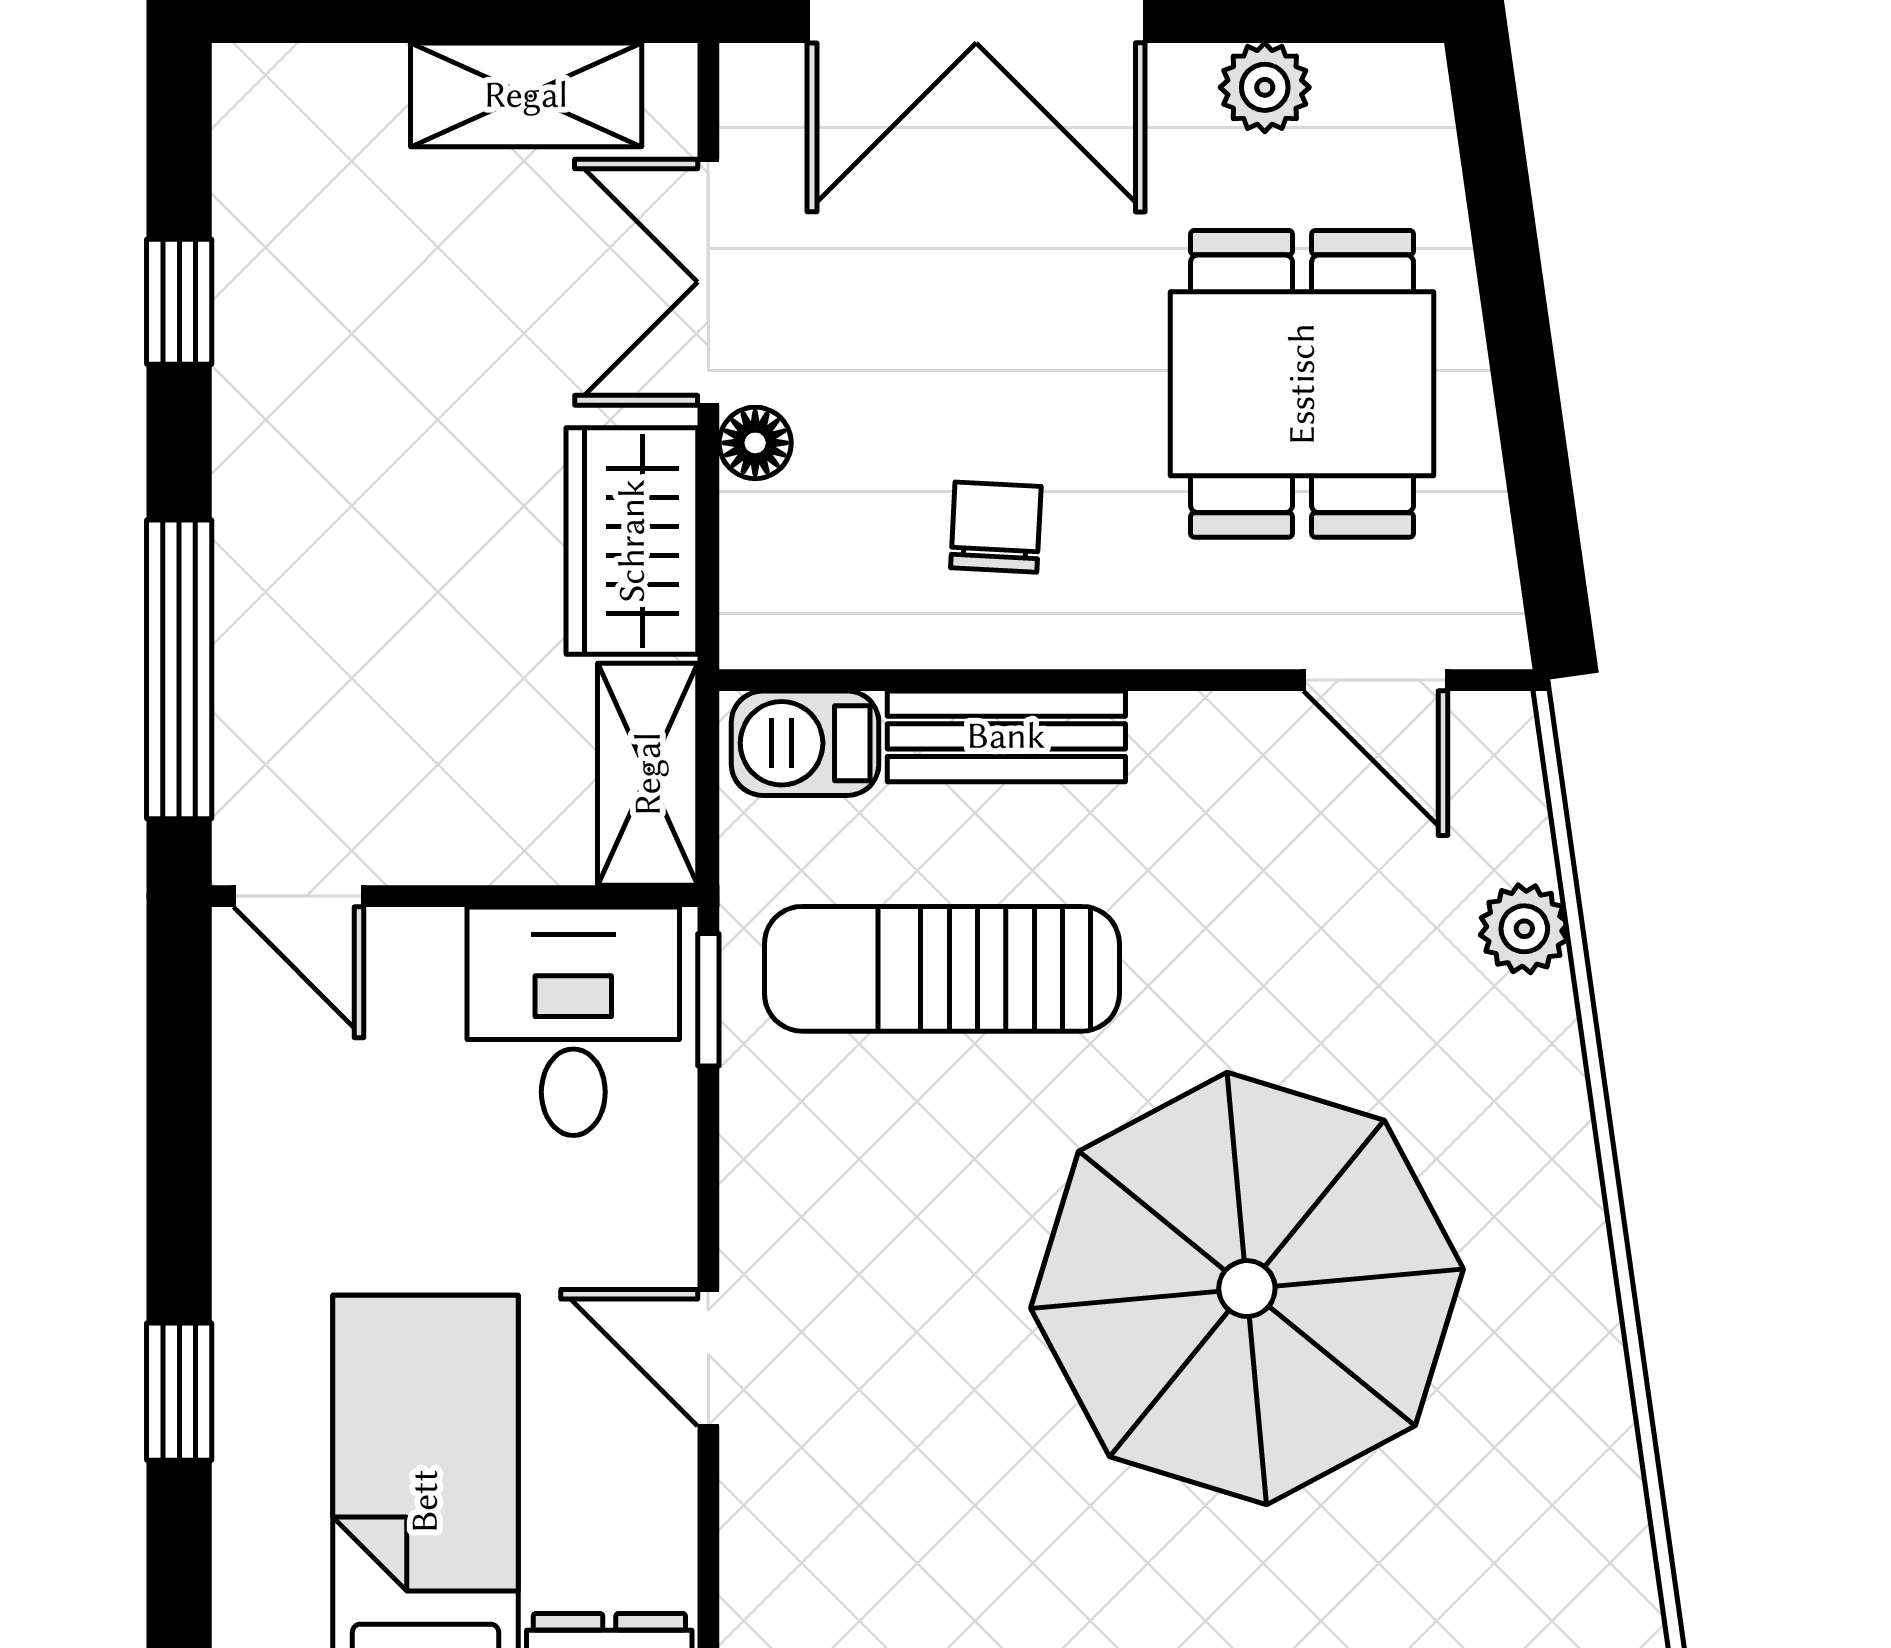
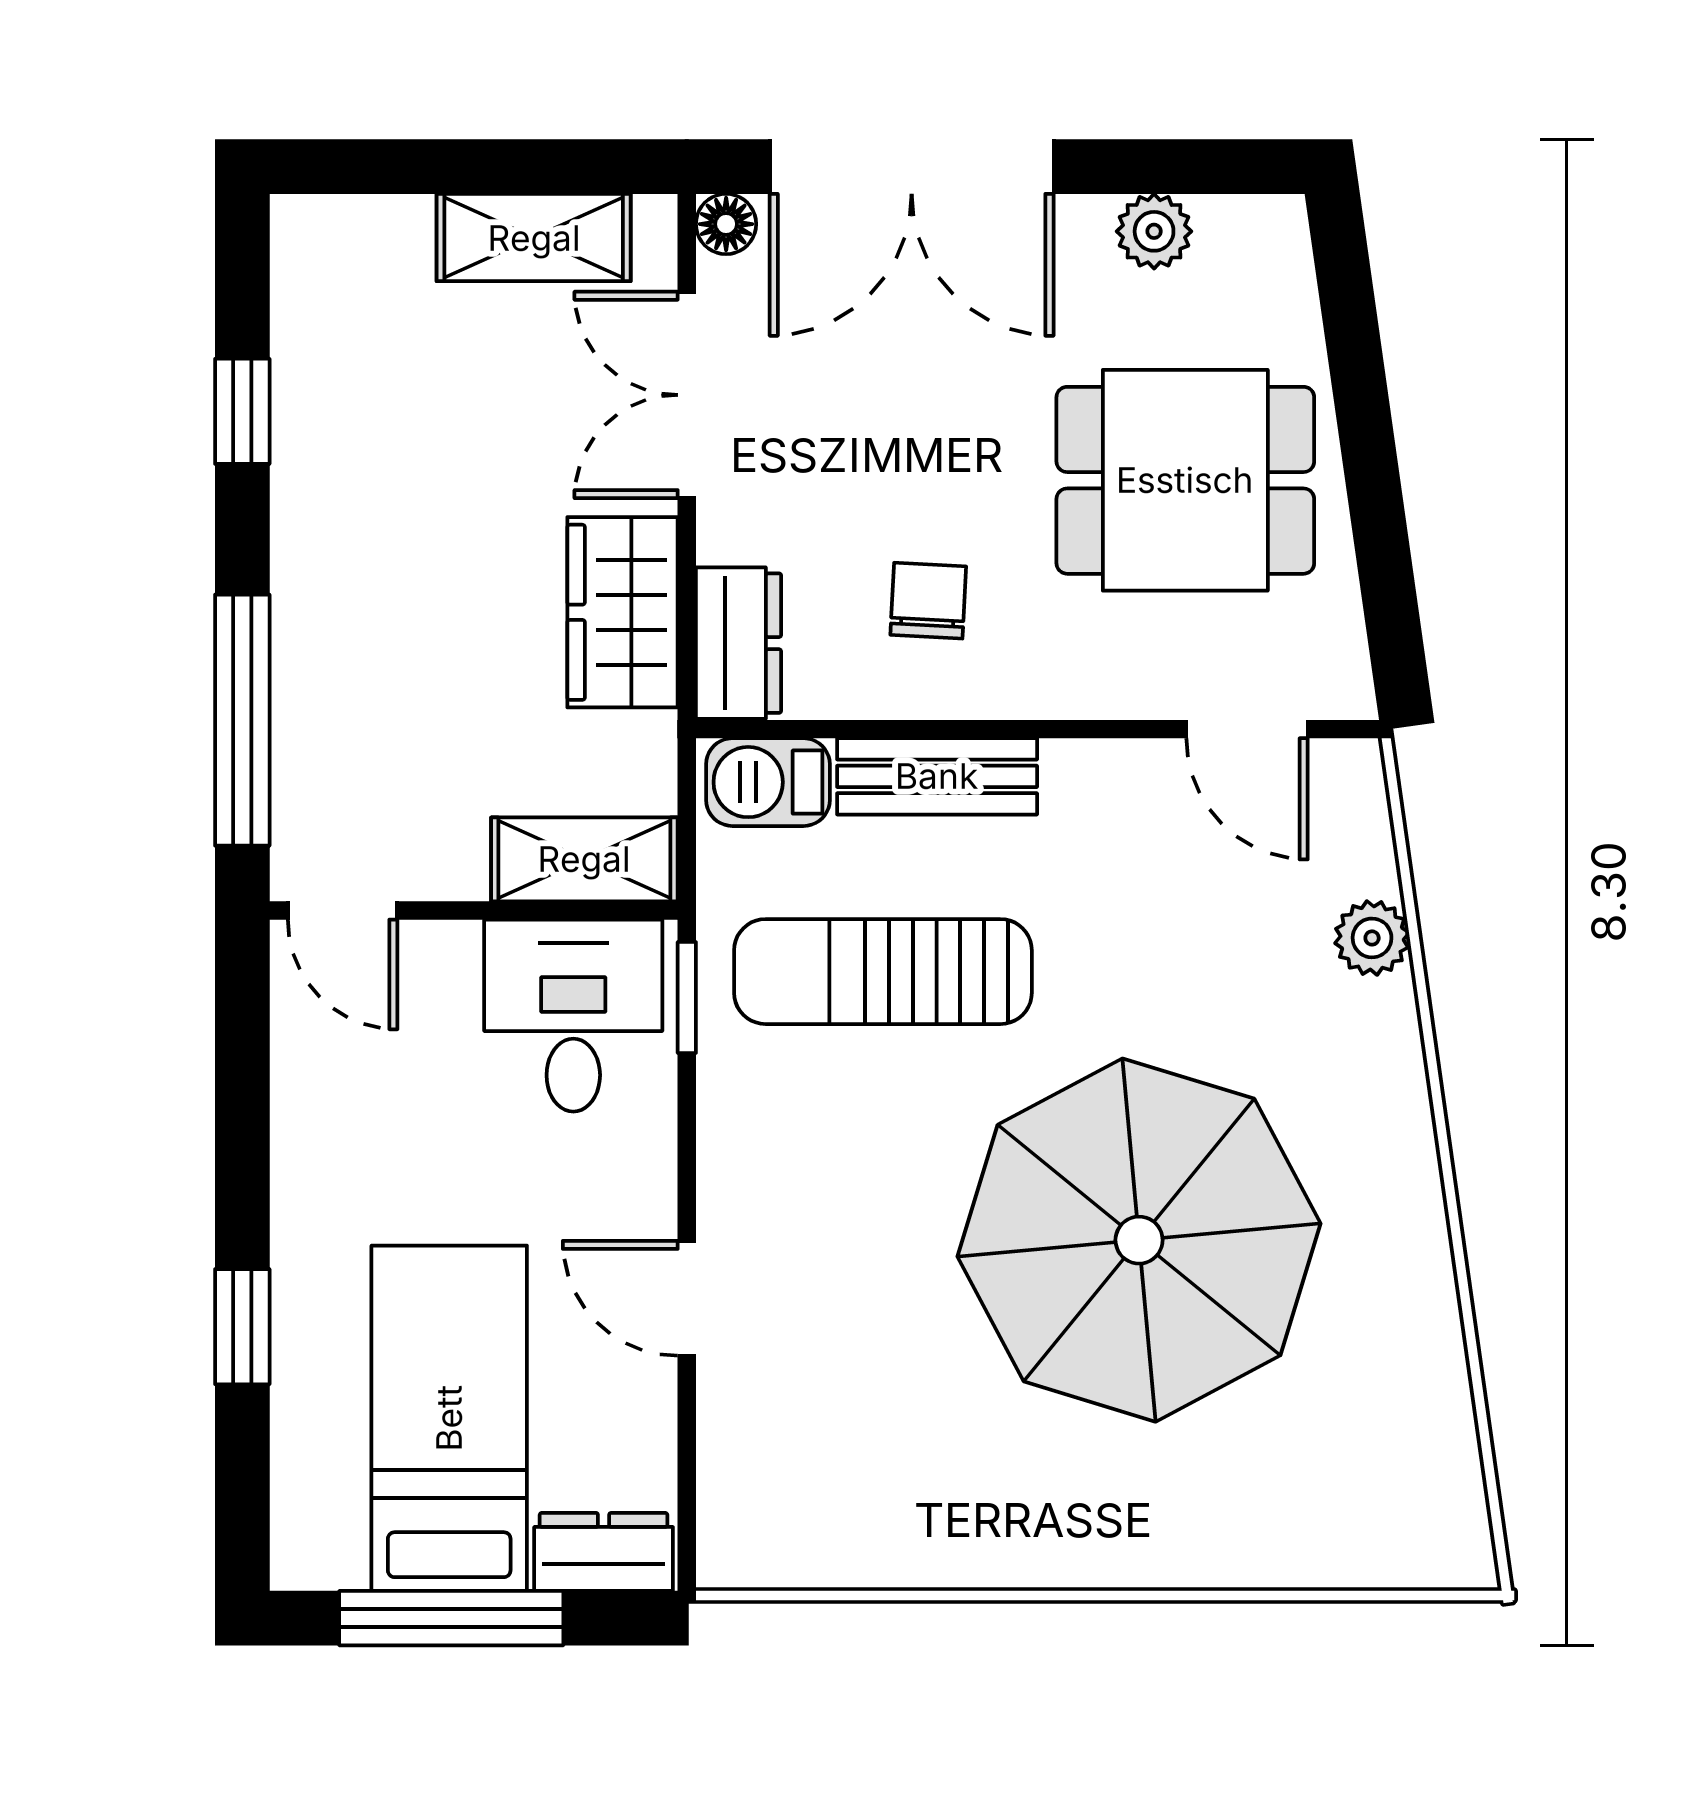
dining table: (1302, 384) -> (1185, 480), turned 90
floor lamp: (755, 443) -> (726, 224), moved
dresser: (770, 578) -> (739, 643), added
shelving: (648, 774) -> (584, 859), moved, turned 90

